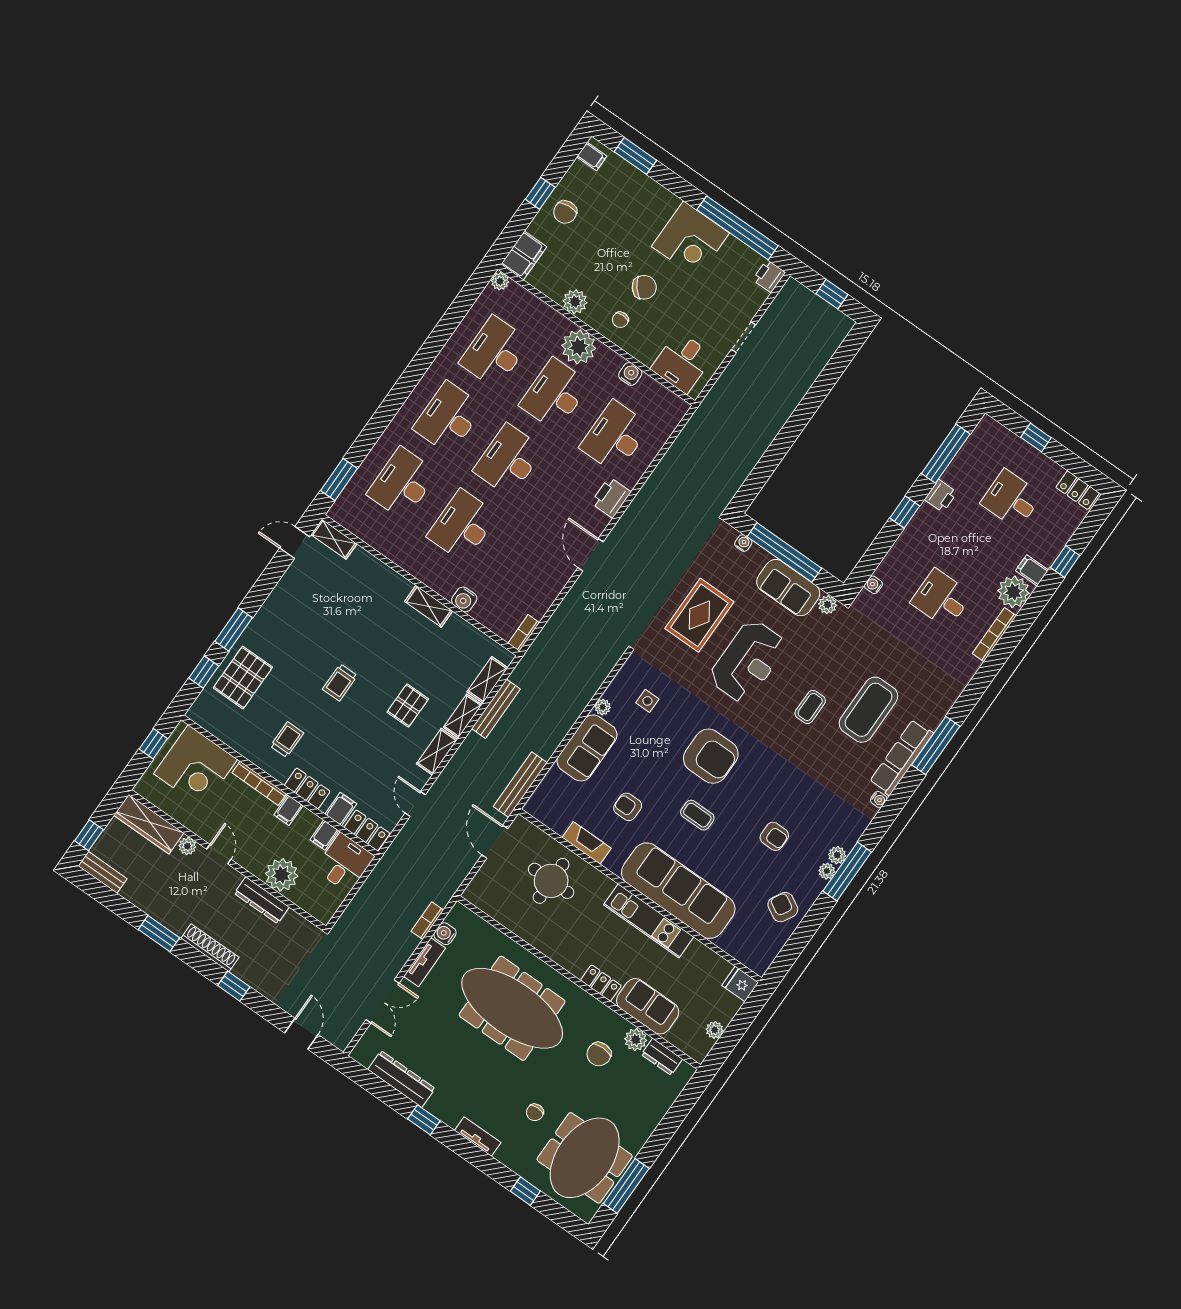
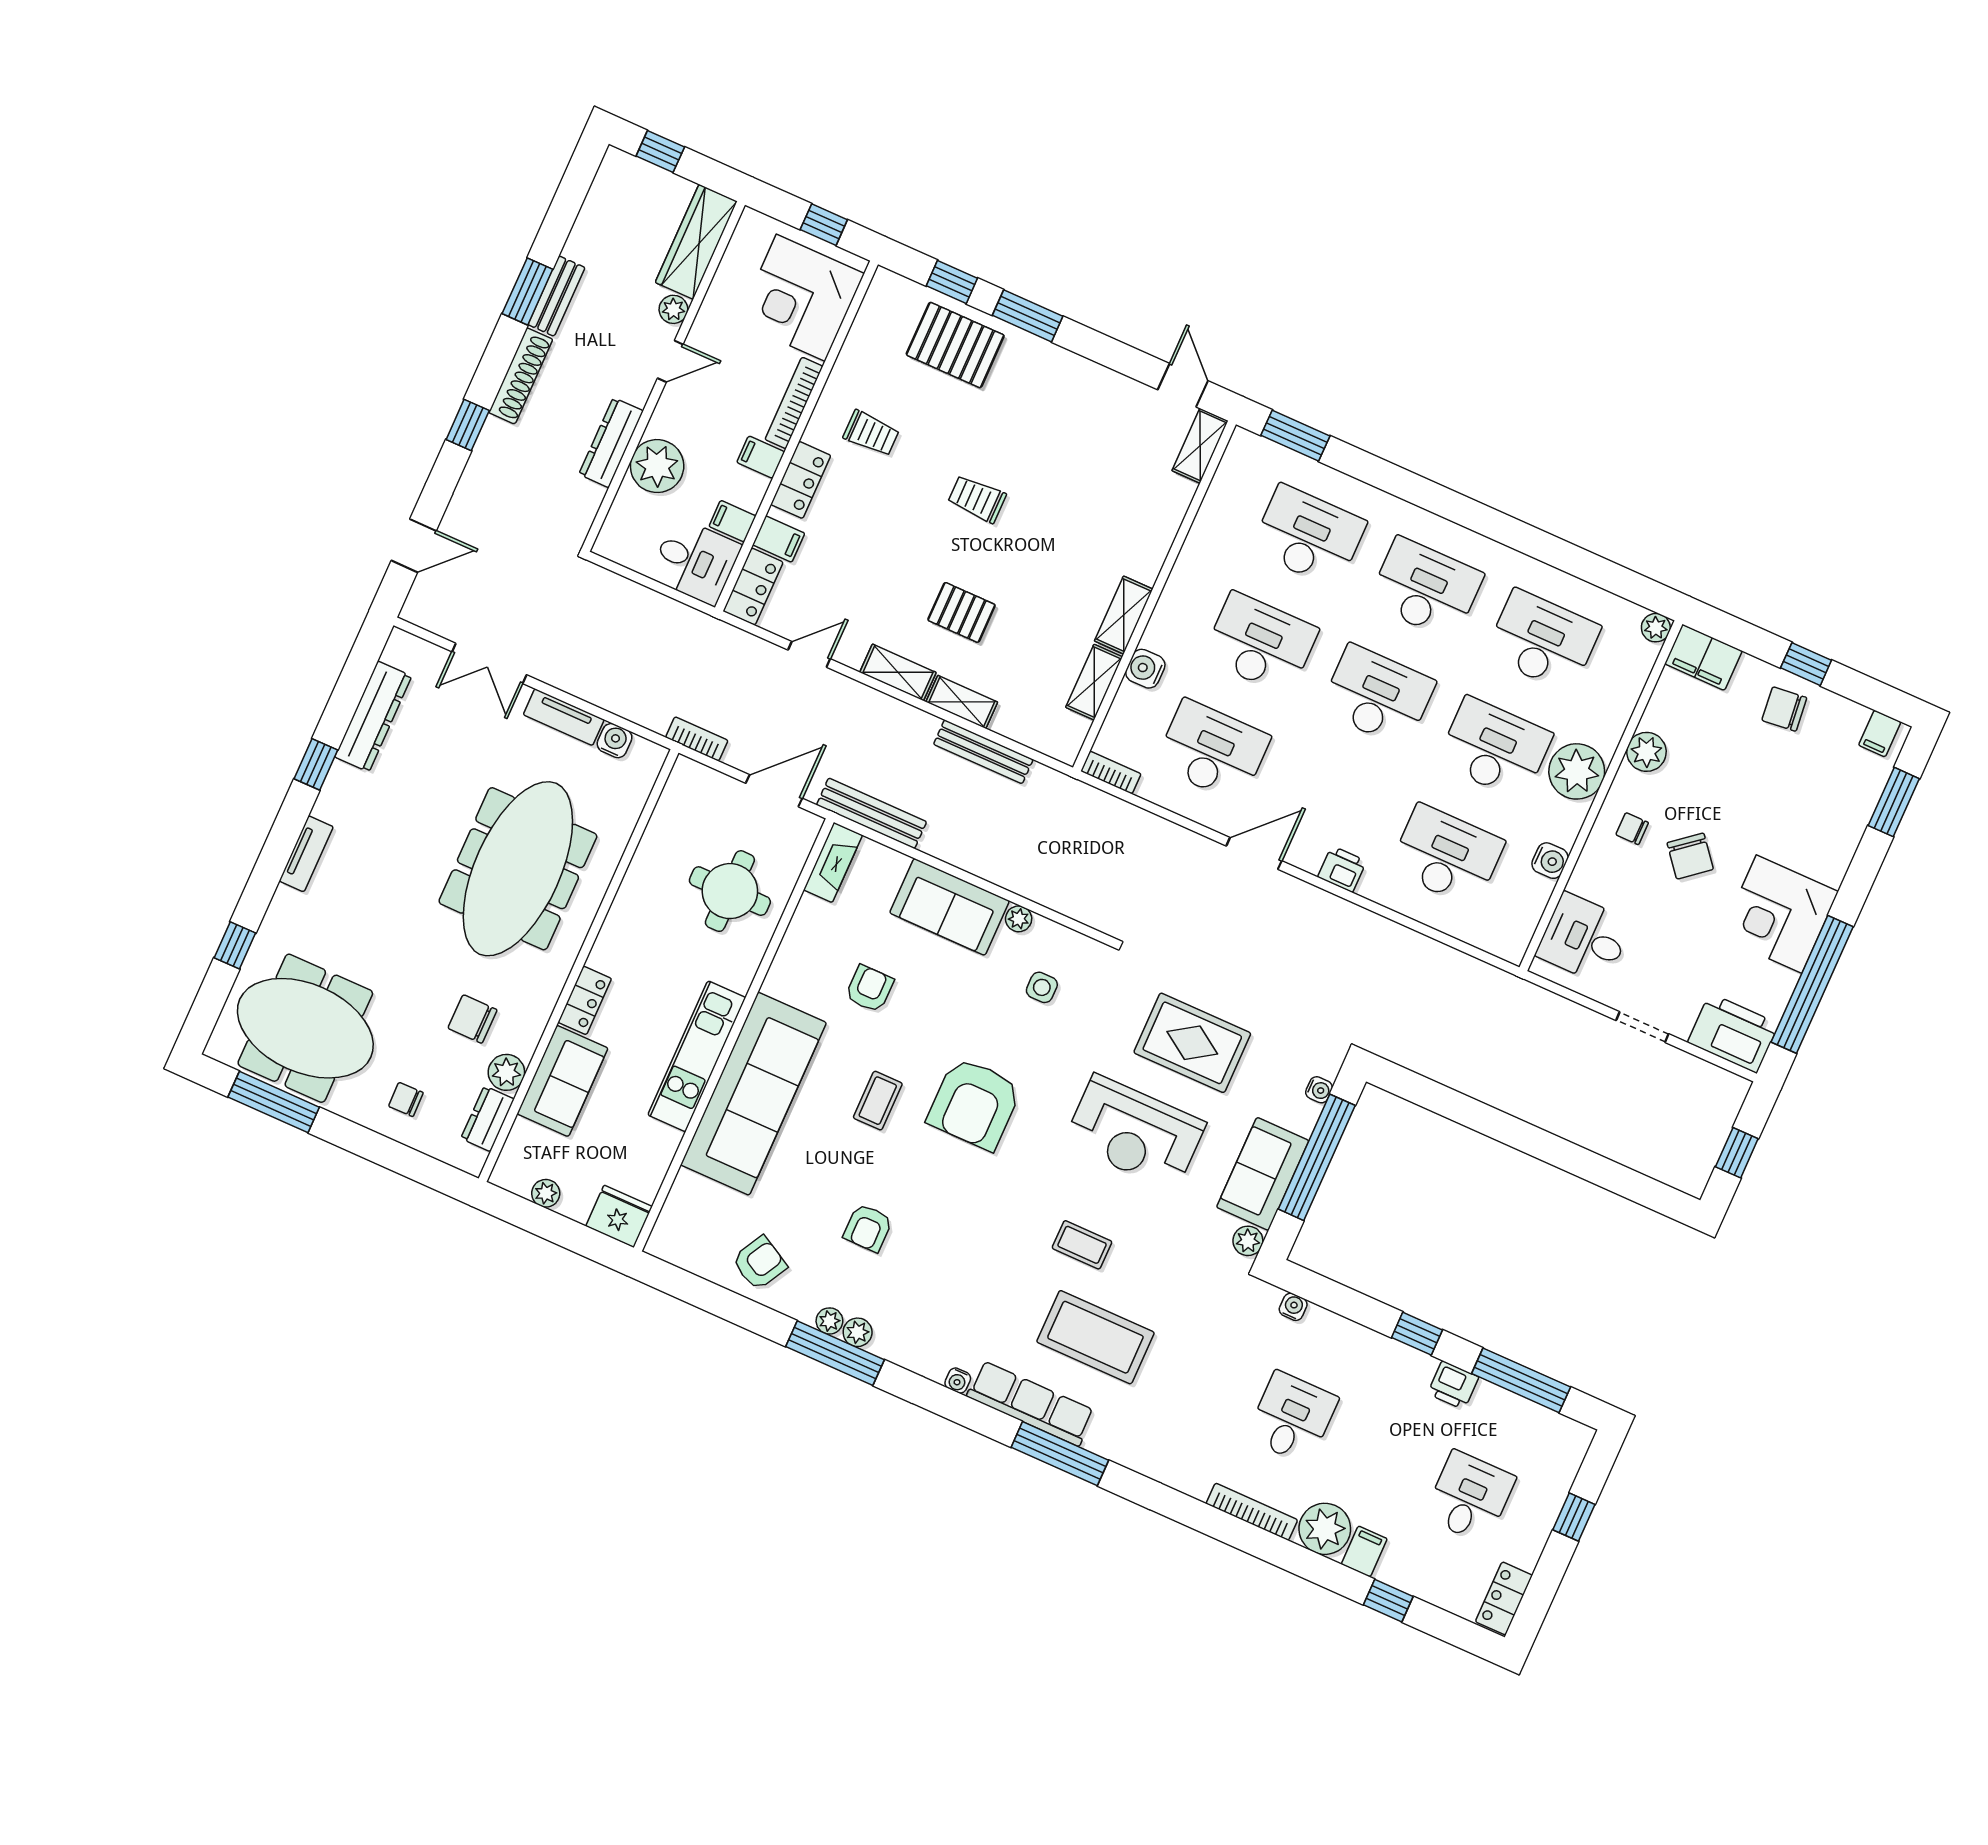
printer: (769, 276) -> (1733, 1033), width x1.87, depth x1.48
printer: (611, 497) -> (1342, 869), width x0.73, depth x0.81
desk: (523, 568) -> (1212, 751), added
shelving: (487, 680) -> (1094, 682), moved, turned 90
fireplace: (587, 843) -> (833, 862), moved
bench: (103, 872) -> (556, 296), moved
bookcase: (427, 921) -> (697, 739), moved
fridge: (740, 984) -> (619, 1216), width x1.38
chair: (535, 1112) -> (406, 1099), moved

